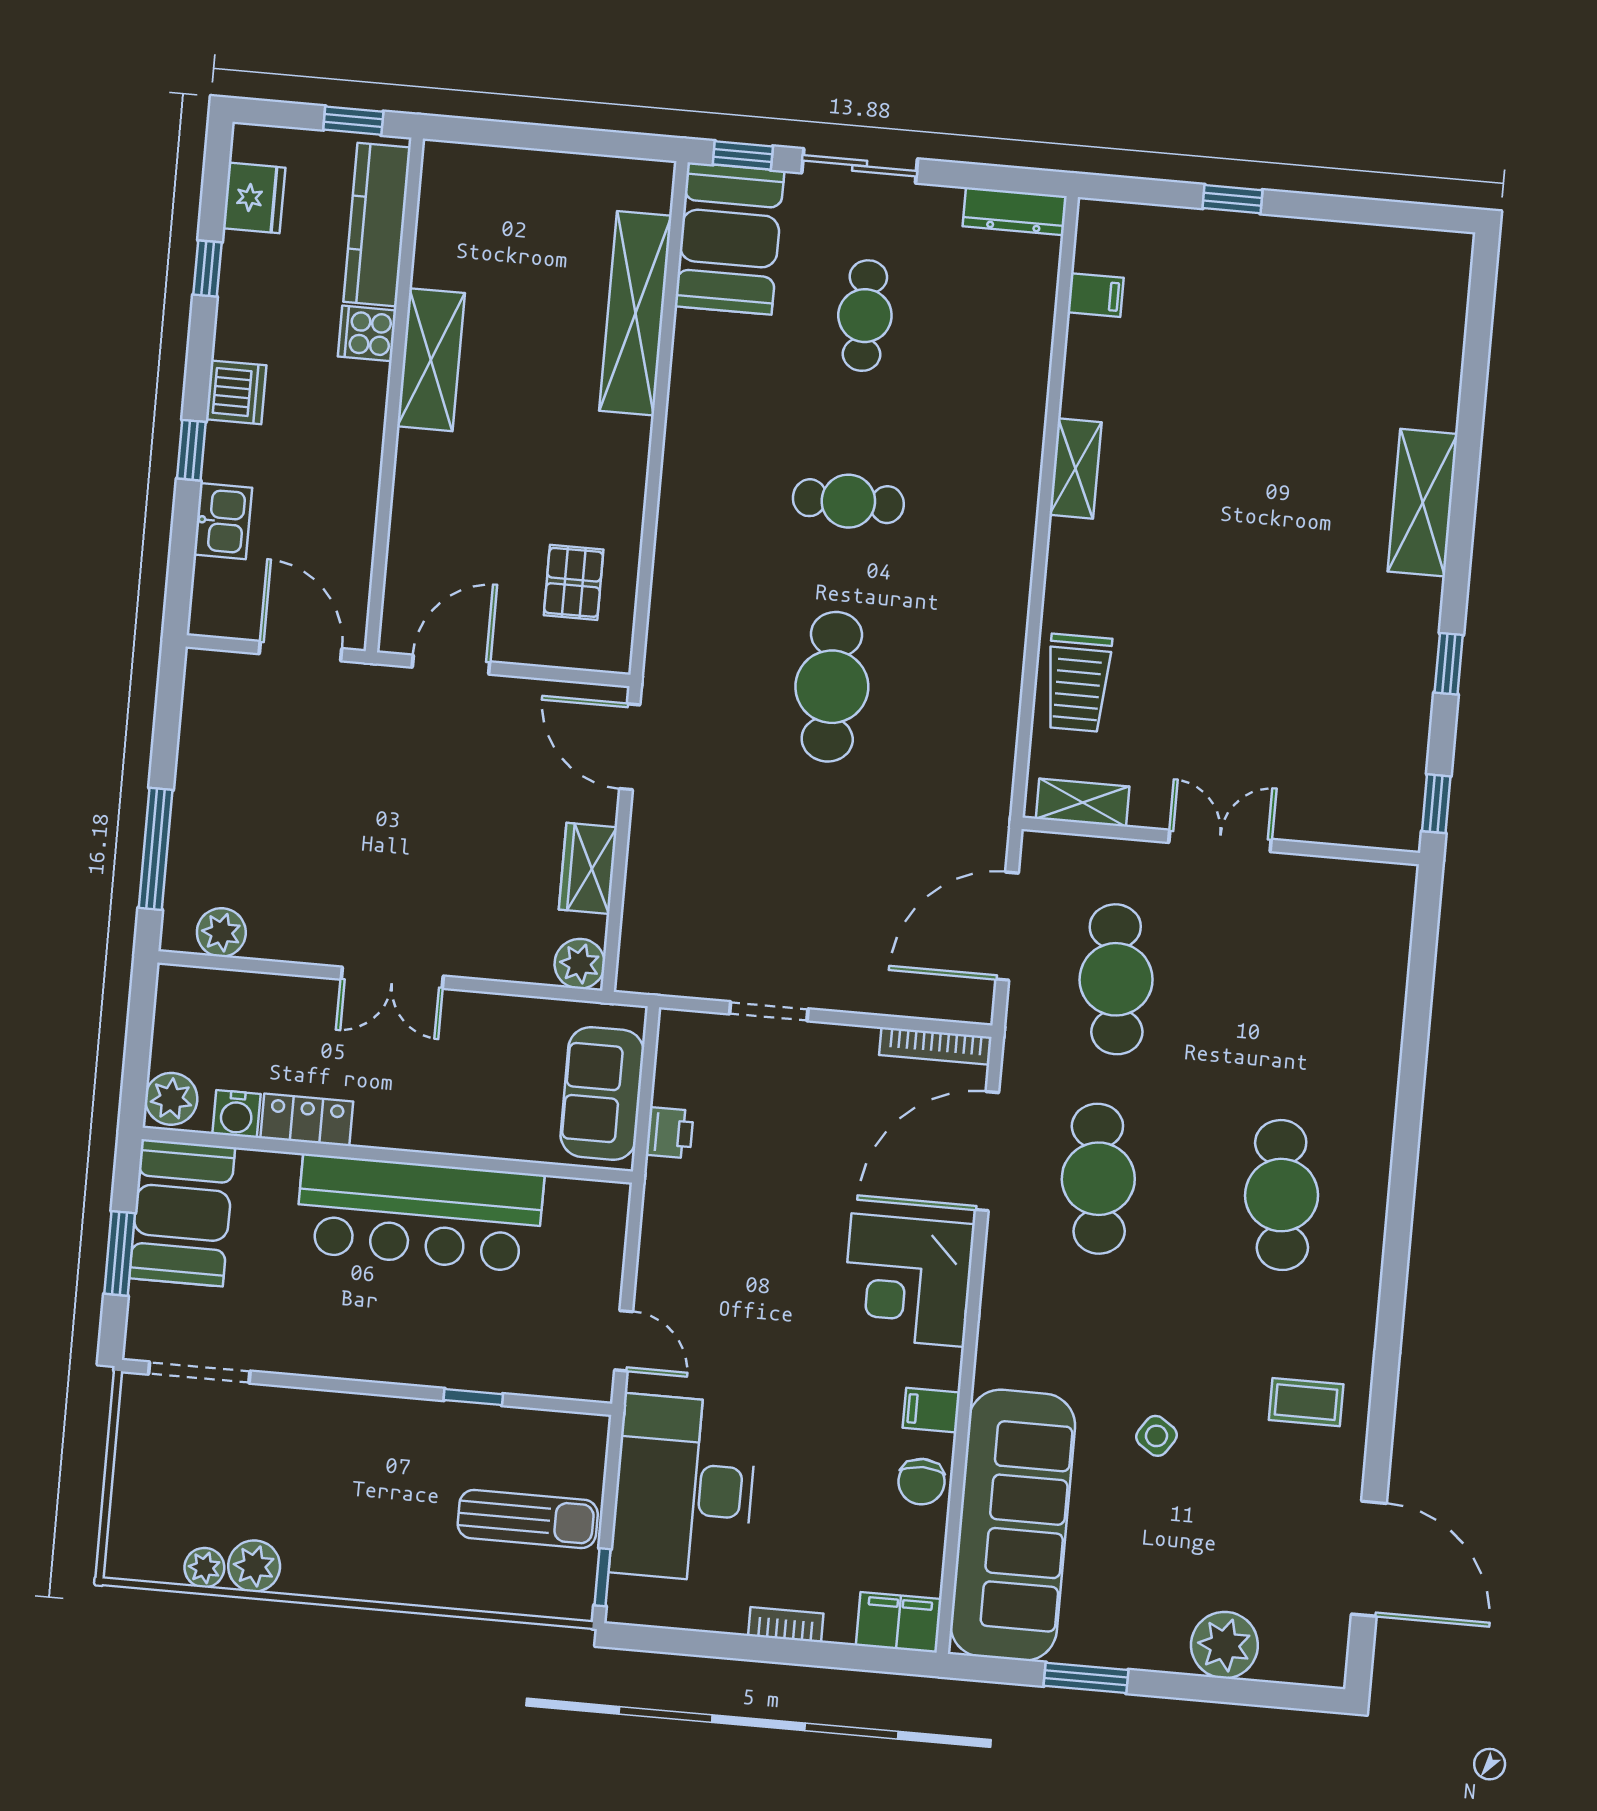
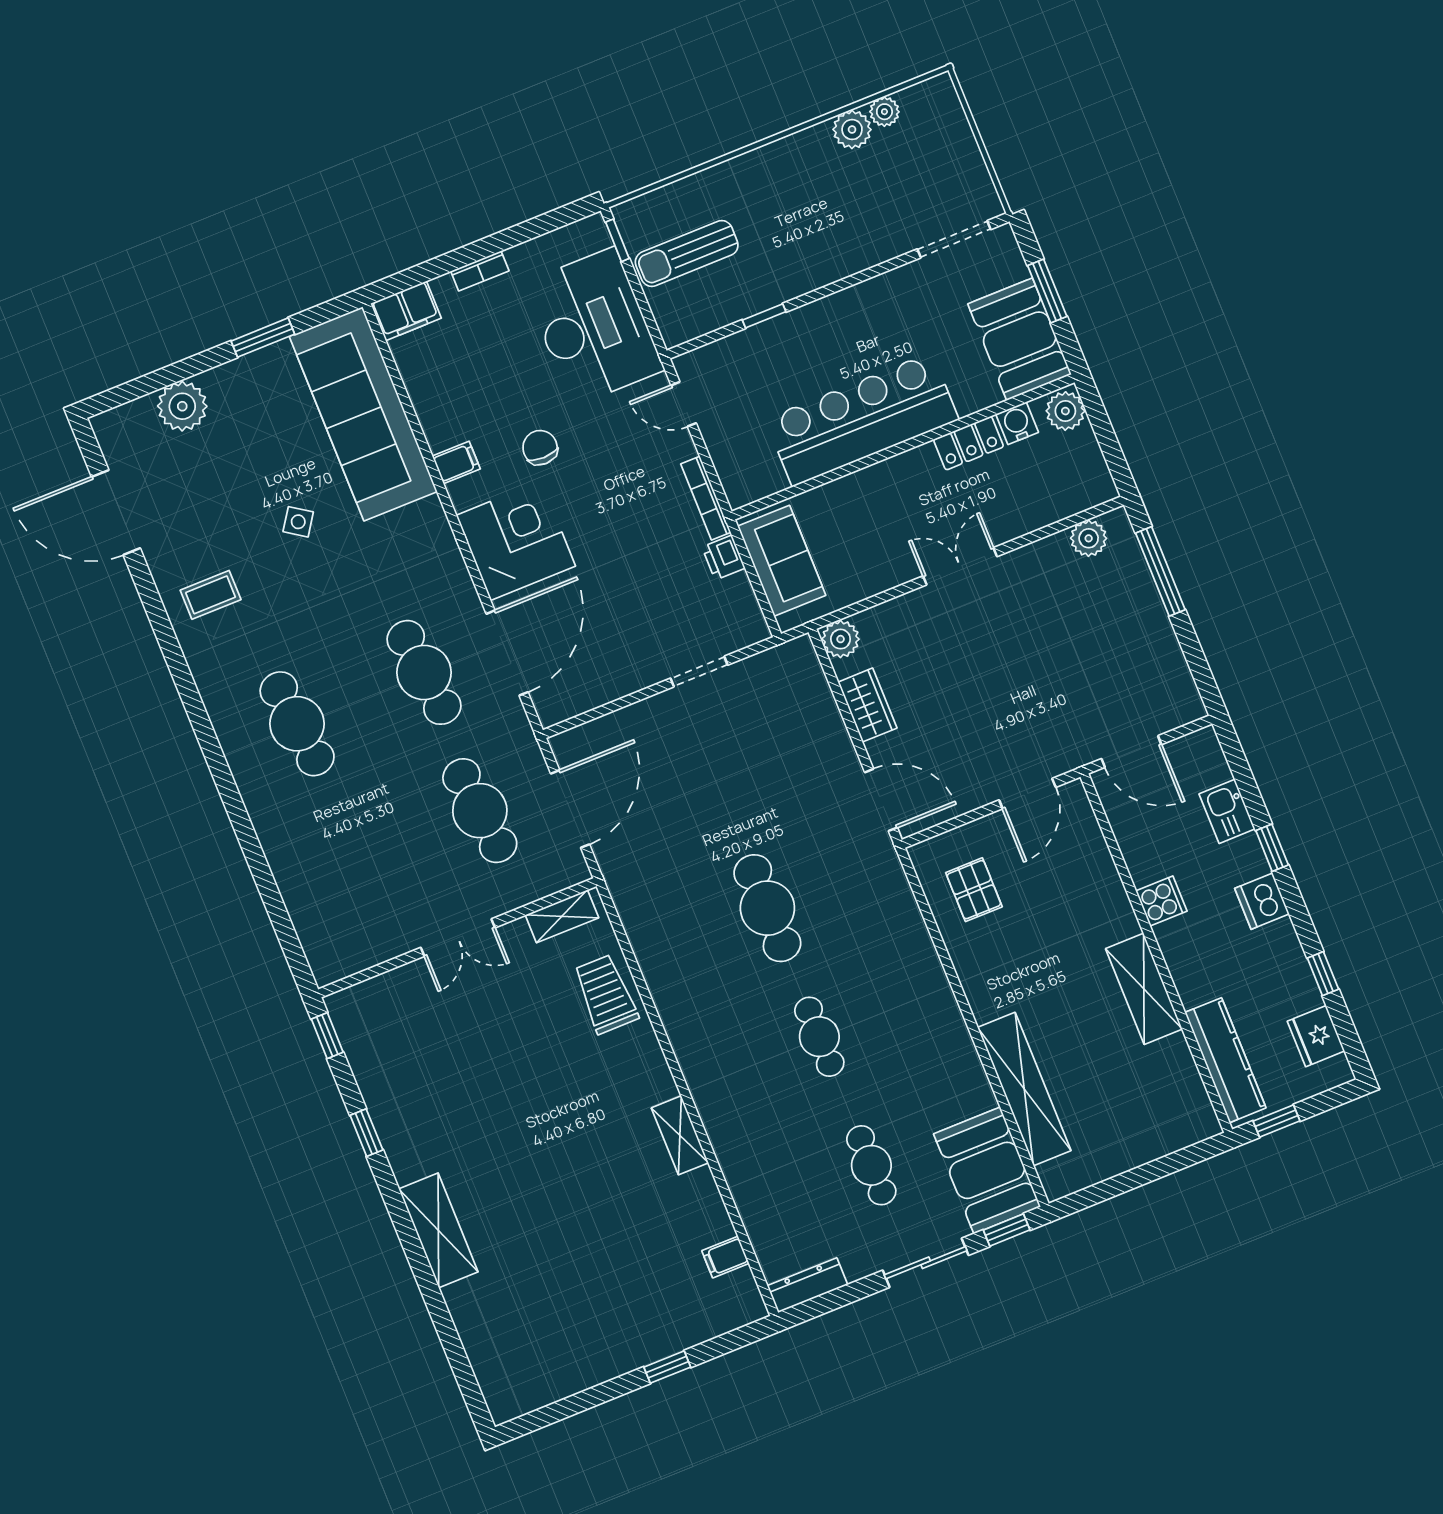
cooker: (367, 333) -> (1161, 901), moved
cafe table: (848, 501) -> (819, 1037), turned 90
bookcase: (935, 1046) -> (706, 498), moved, turned -90
chair: (921, 1482) -> (540, 448), moved

